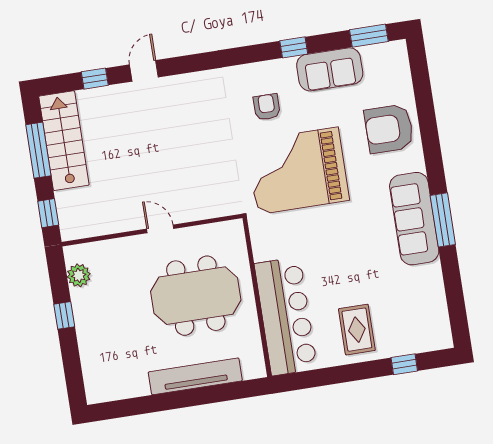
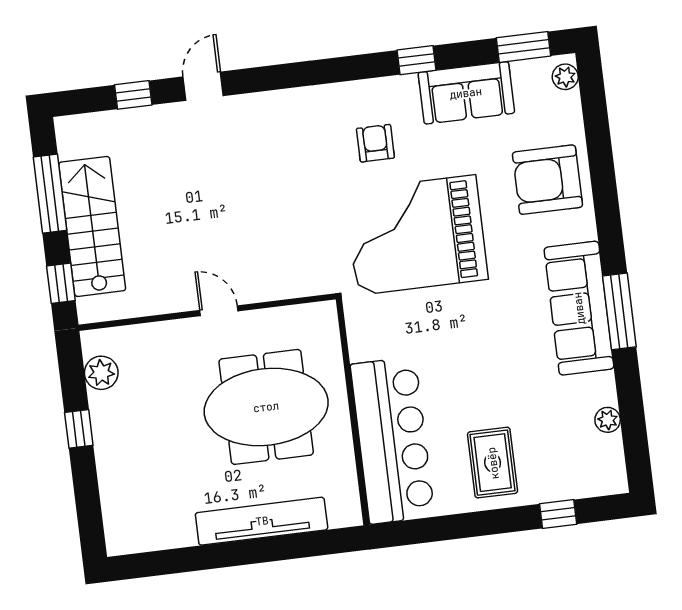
plant: (399, 56) -> (565, 77), added
stairs: (64, 141) -> (92, 226), moved
plant: (437, 297) -> (608, 420), added

